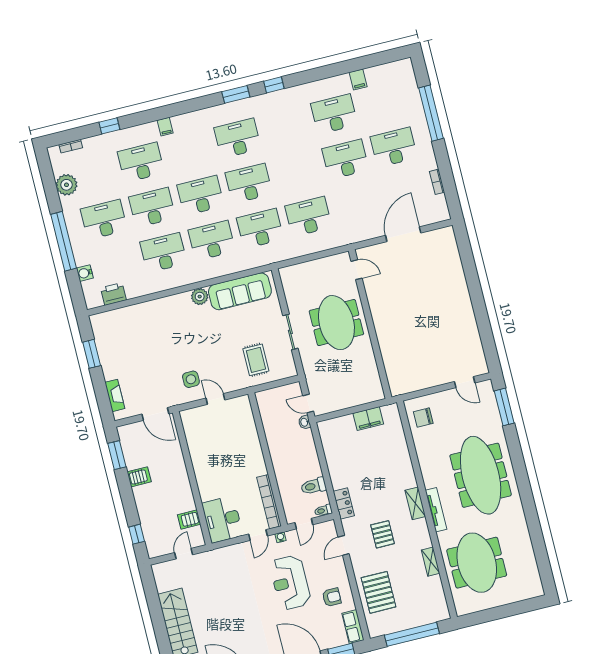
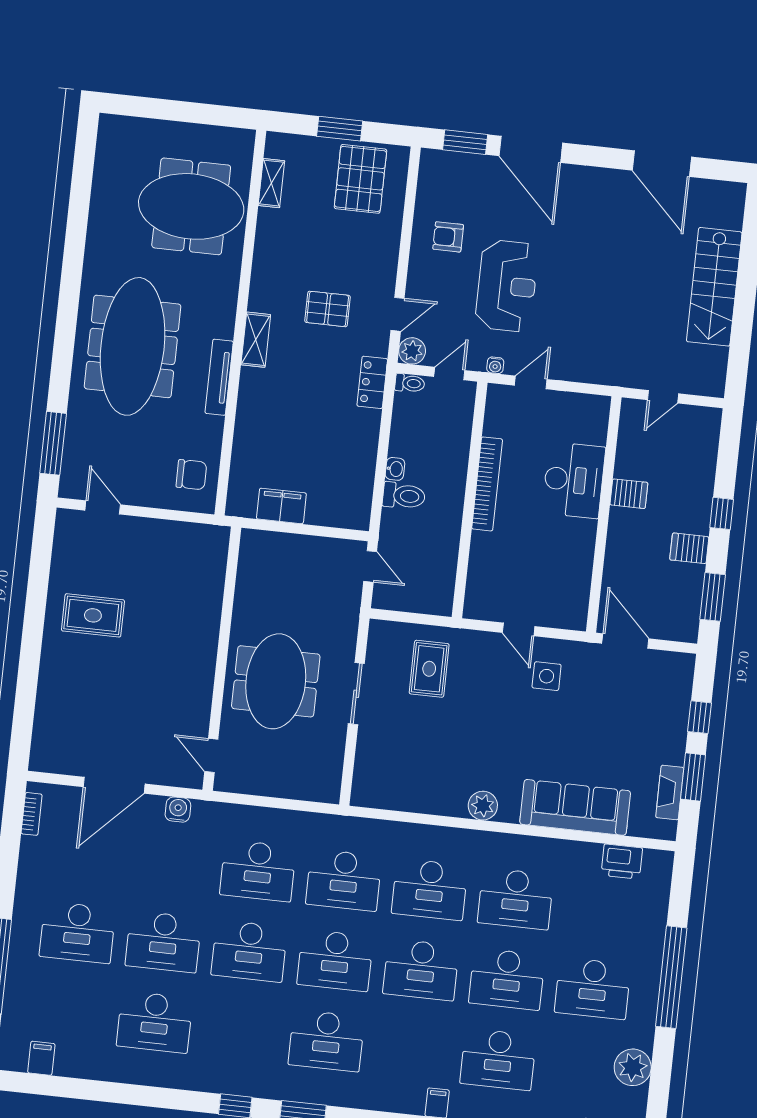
filing cabinet: (358, 80) -> (41, 1058), moved
desk: (297, 171) -> (249, 951), added
bookcase: (437, 182) -> (32, 814), moved
water cooler: (85, 273) -> (178, 810), moved, turned -90
sofa: (240, 291) -> (575, 807), moved
rug: (448, 322) -> (93, 615), added
window: (100, 387) -> (700, 717), added
fireplace: (115, 395) -> (670, 792), moved
washbasin: (305, 422) -> (395, 469), moved
toilet: (313, 486) -> (404, 496), moved
bookcase: (269, 502) -> (487, 484), moved
tv unit: (436, 510) -> (219, 377), moved
server rack: (189, 519) -> (629, 494), moved
desk: (222, 519) -> (574, 480), moved
plant: (328, 528) -> (412, 351), added
window: (137, 534) -> (722, 513), moved
pallet: (383, 534) -> (328, 309), turned 90
shelving: (431, 562) -> (271, 183), moved
meeting table: (477, 563) -> (191, 206), turned 90
pallet: (379, 592) -> (360, 179), moved
row of seats: (353, 627) -> (431, 176), removed
window: (412, 634) -> (340, 129), width x0.47

